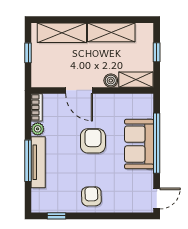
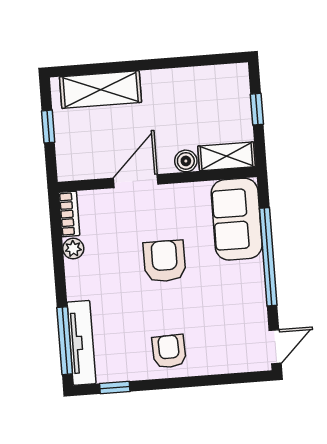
shelving: (111, 32) -> (181, 83), removed
door: (79, 90) -> (136, 181), swing flipped
sofa: (139, 144) -> (237, 219), moved
window: (28, 161) -> (65, 341), moved
tv unit: (38, 162) -> (81, 343), moved

